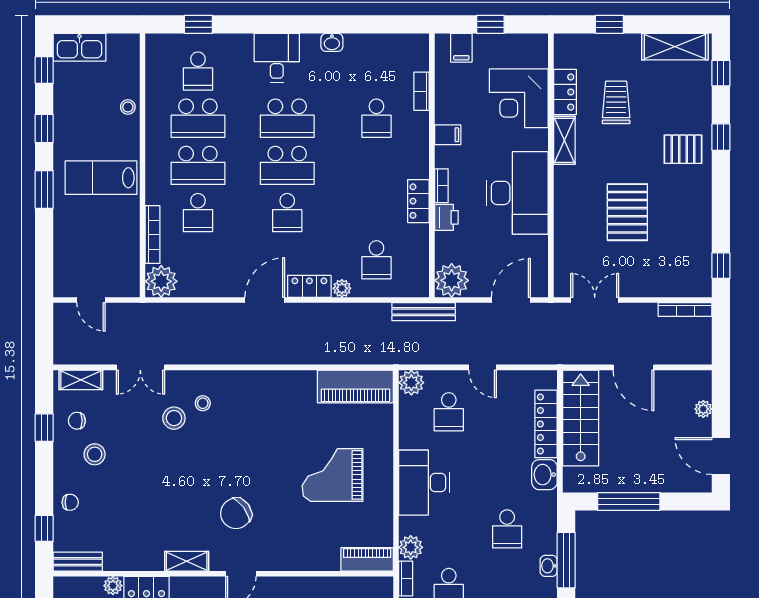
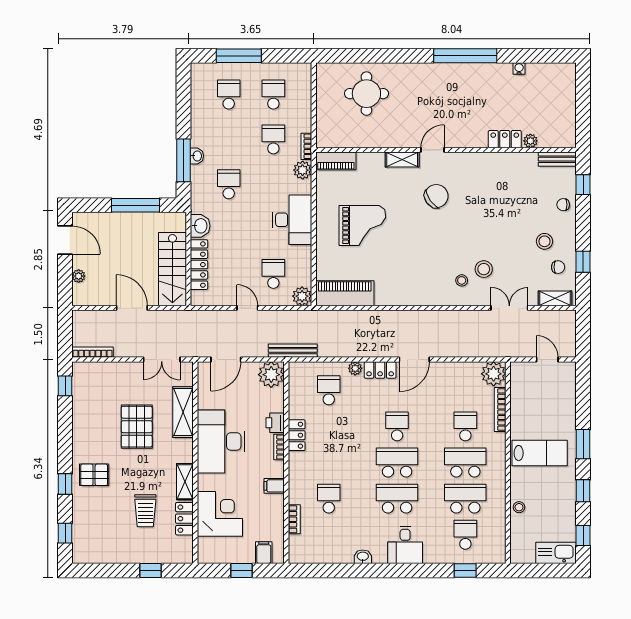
shelving: (675, 47) -> (183, 412), moved, turned 90
shelving: (187, 561) -> (402, 160), moved

